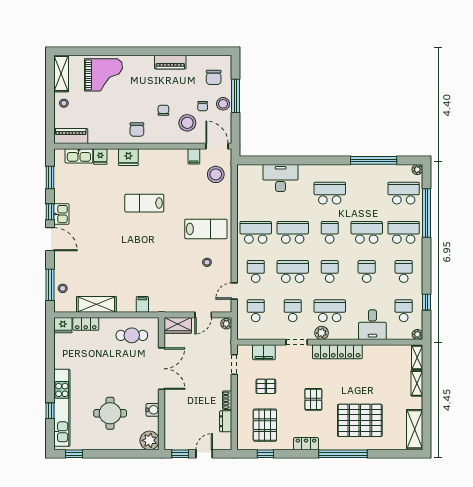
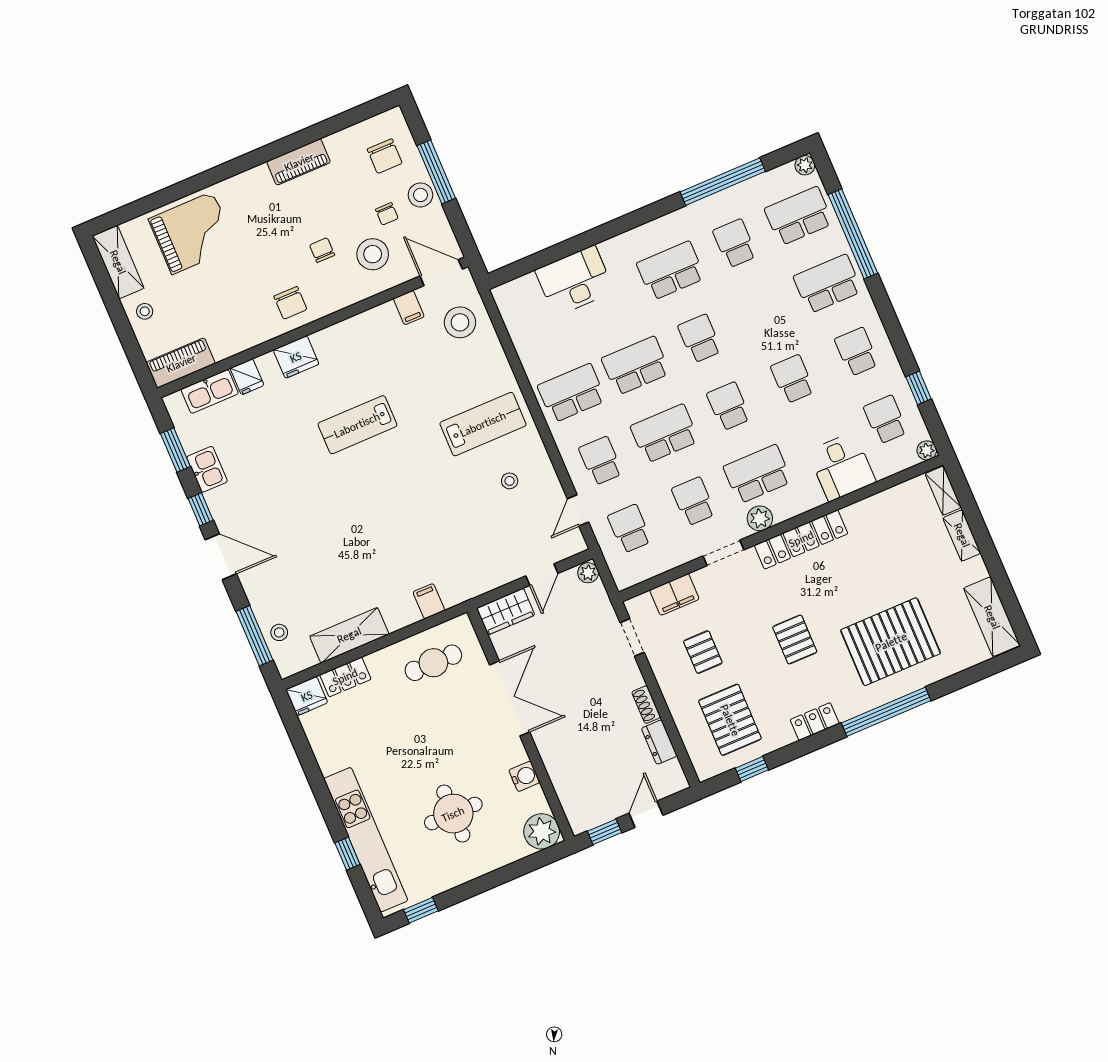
kitchen sink: (61, 214) -> (207, 469), moved
school desk: (367, 232) -> (735, 243), moved, width x0.54
pallet: (266, 386) -> (703, 652), turned 90

